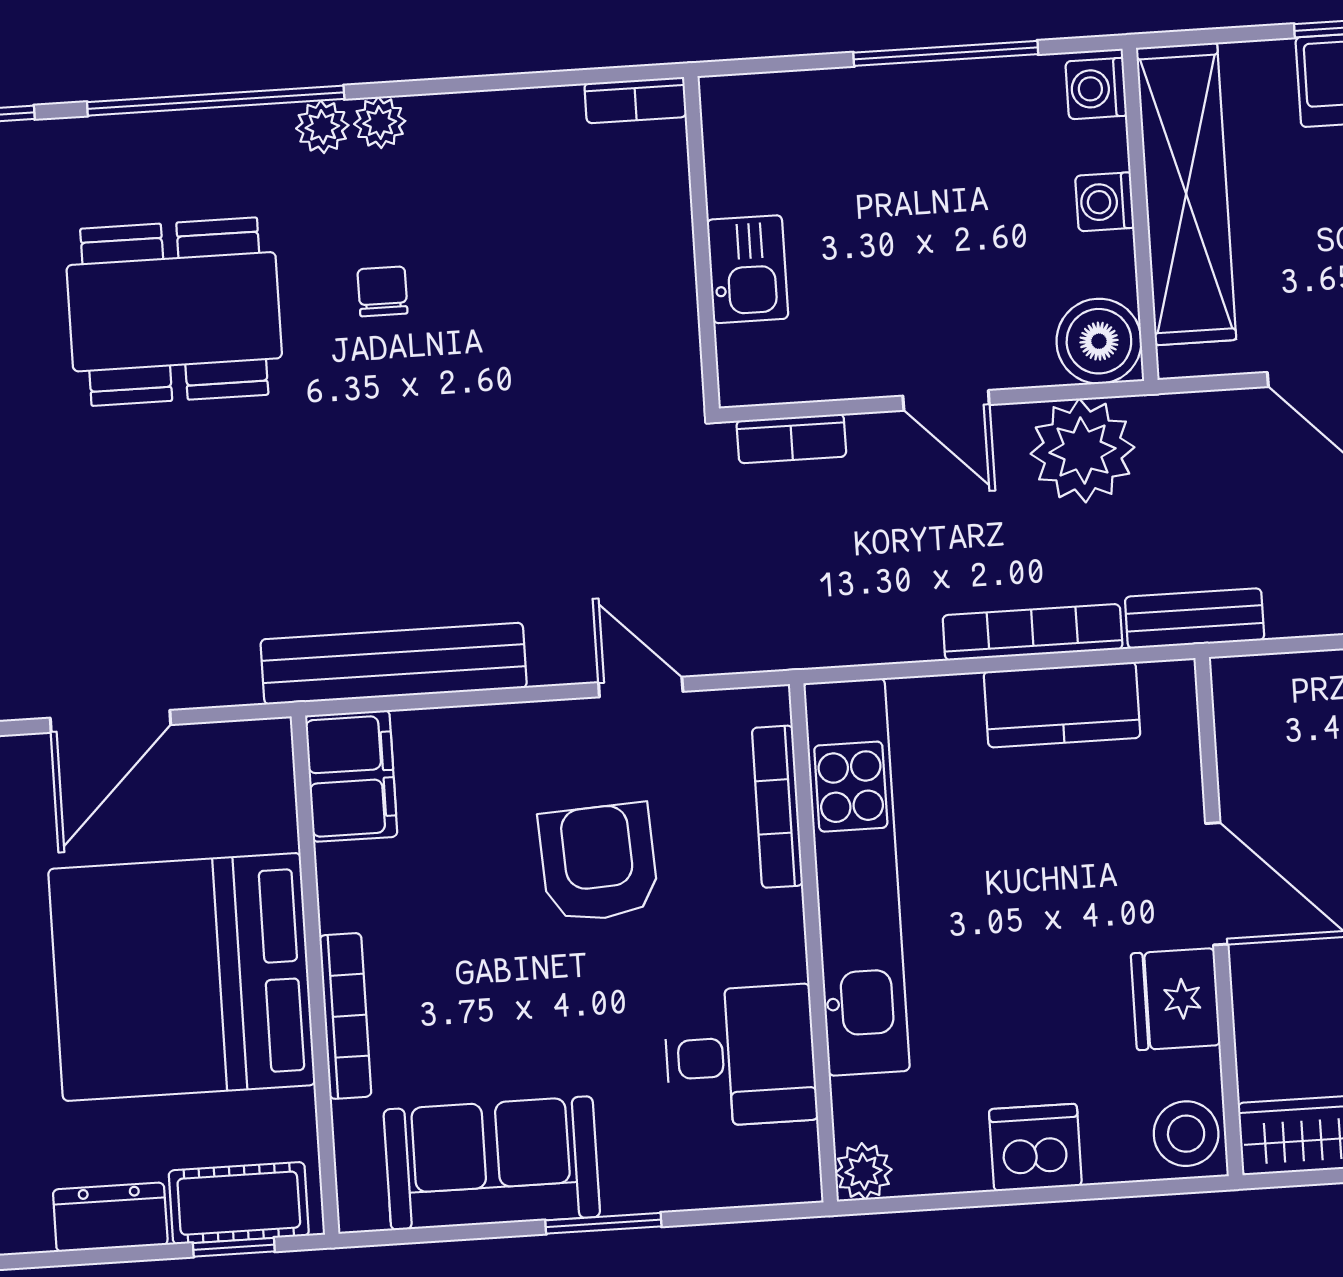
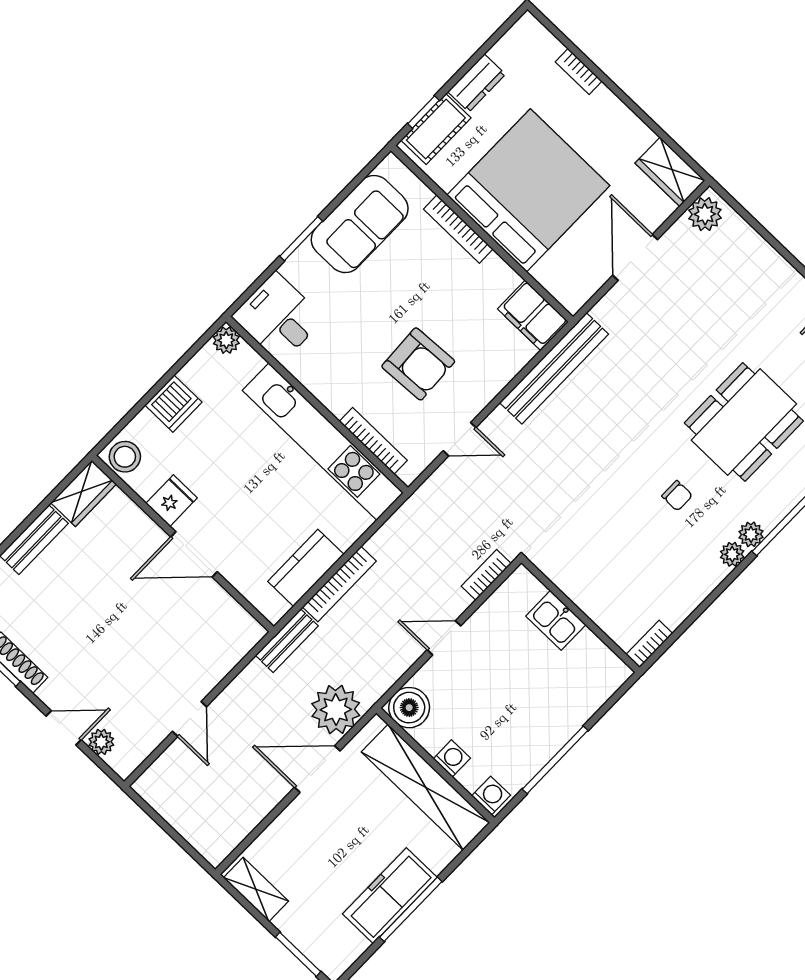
plant: (1083, 451) -> (336, 710), moved
fridge: (1176, 999) -> (172, 501), width x0.72
desk: (740, 1056) -> (278, 317), moved, turned 90

